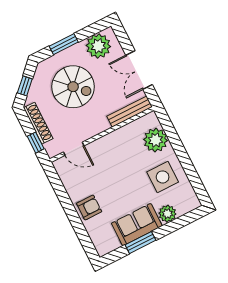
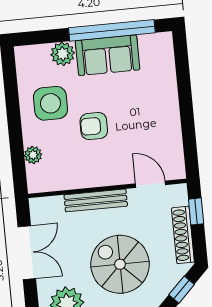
bench: (130, 112) -> (96, 200), moved
plant: (156, 140) -> (33, 155), width x0.53, depth x0.53
armchair: (89, 208) -> (94, 126), moved
window: (140, 243) -> (112, 30), width x2.11

